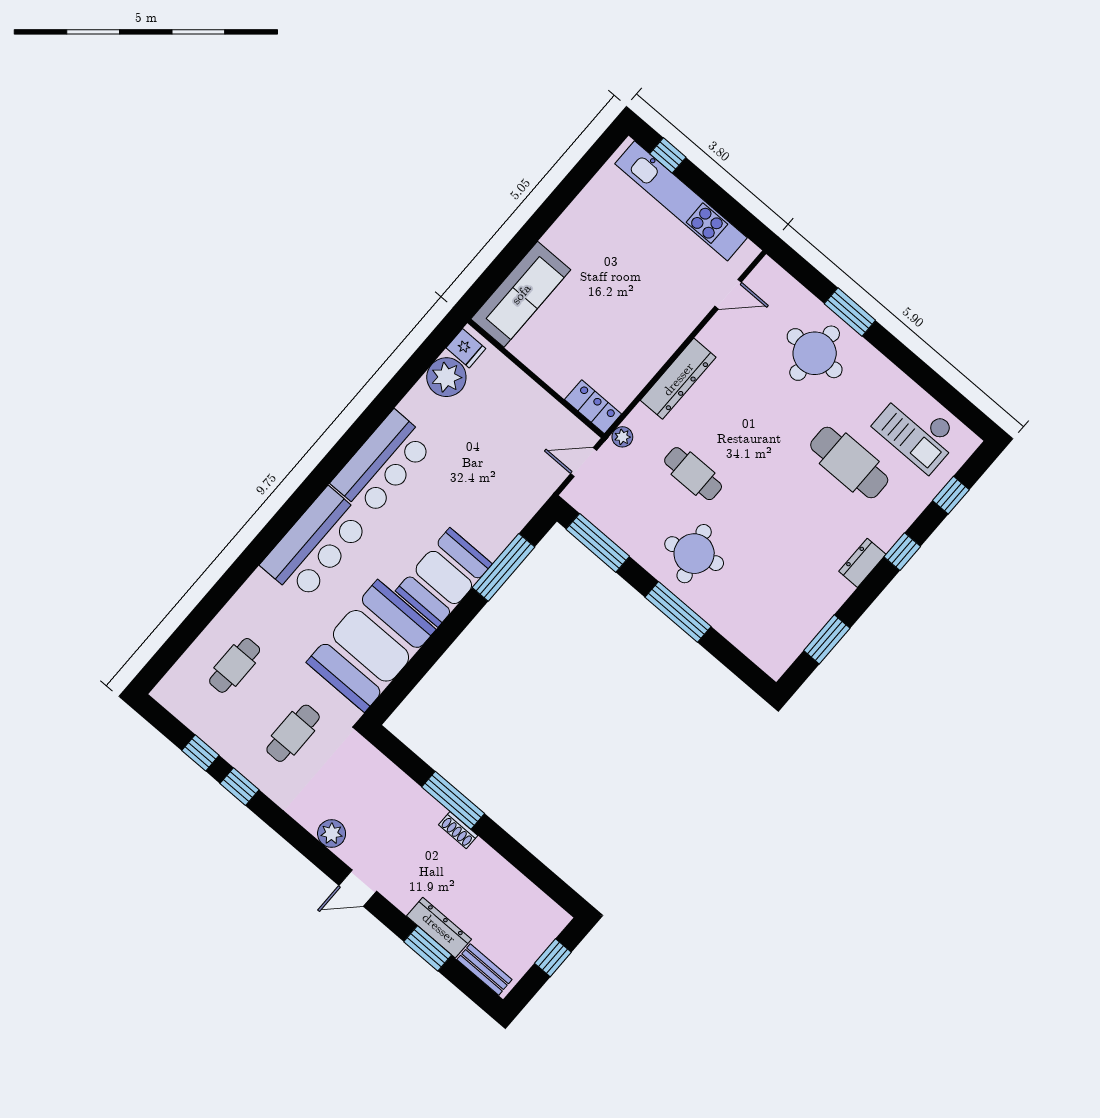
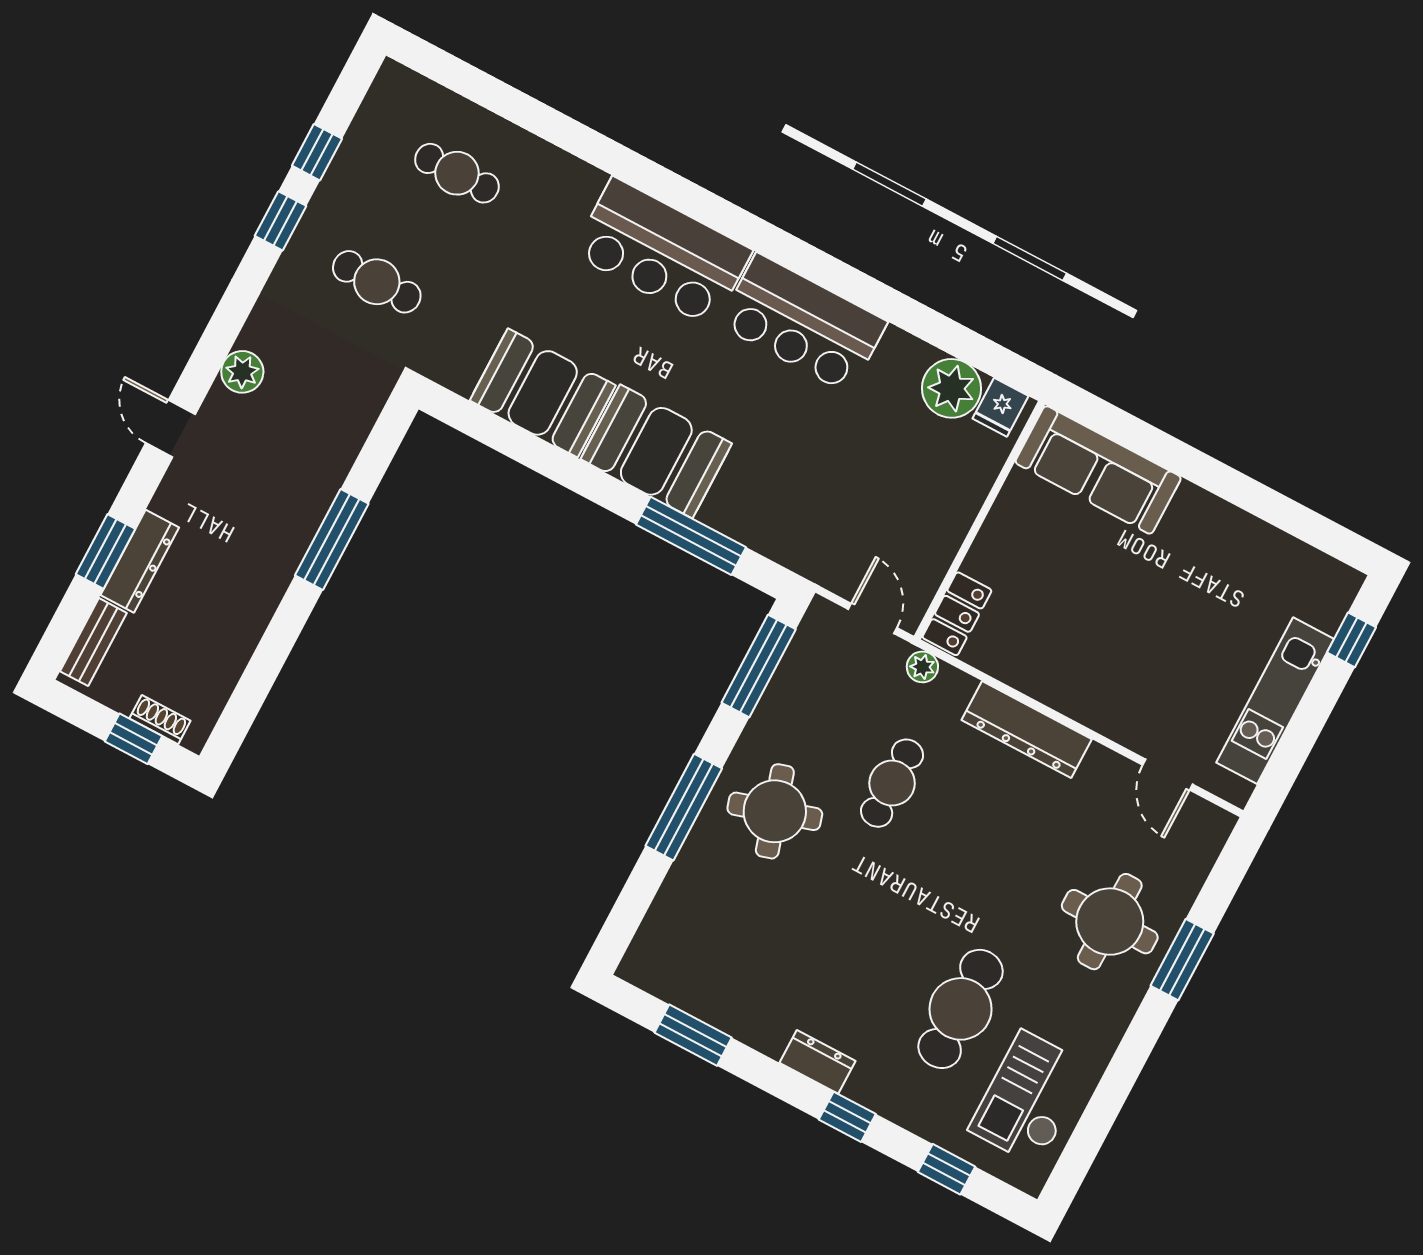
kitchen unit: (681, 201) -> (1275, 701), width x0.73
booth: (371, 646) -> (543, 393), width x0.73, depth x0.70
shoe rack: (458, 830) -> (160, 720), moved, turned 90

